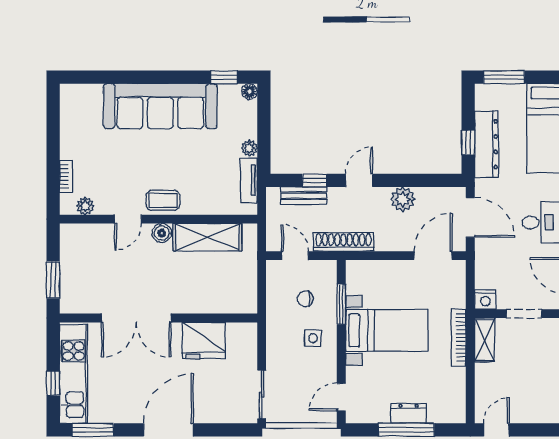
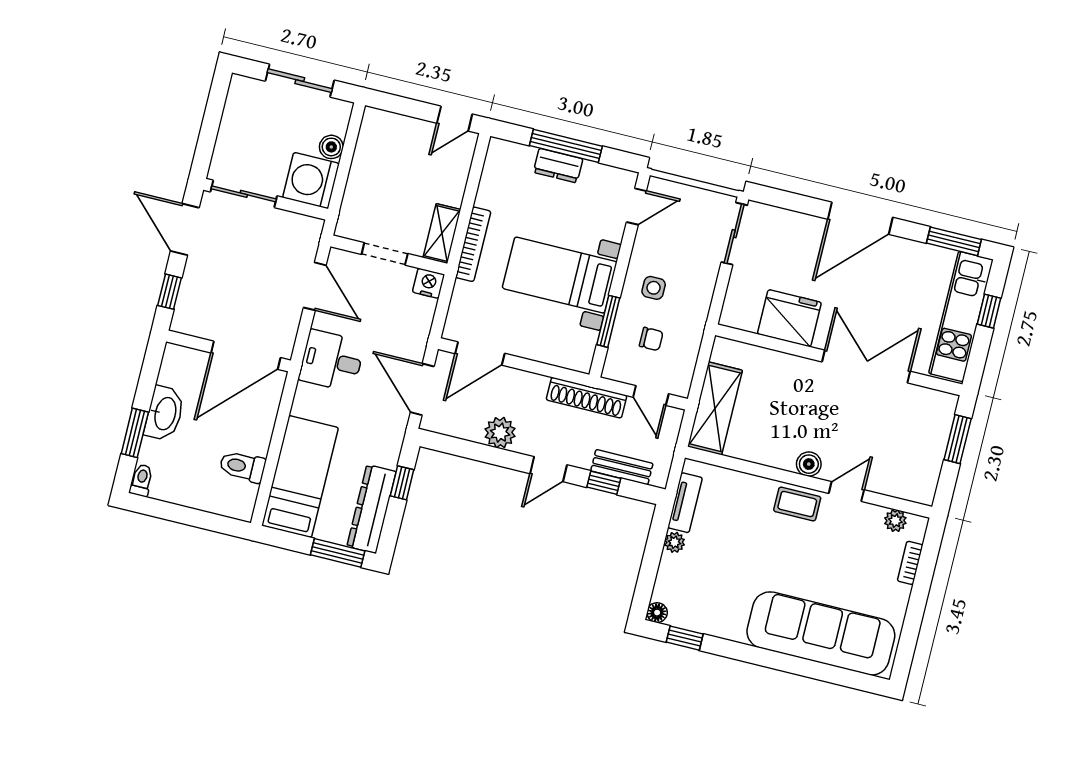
sofa: (160, 106) -> (821, 633), moved
dresser: (486, 144) -> (372, 509), moved
shelving: (207, 237) -> (715, 408), moved, turned 90

